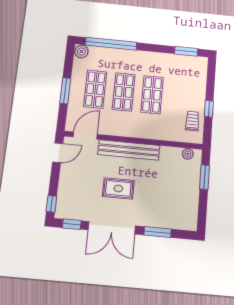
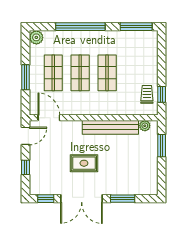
window: (111, 44) -> (80, 27), moved
window: (186, 51) -> (136, 27), width x1.44
window: (209, 109) -> (162, 94), moved
door: (85, 136) -> (49, 118), hinge flipped
bench: (129, 150) -> (110, 127), moved
window: (51, 204) -> (26, 167), moved

